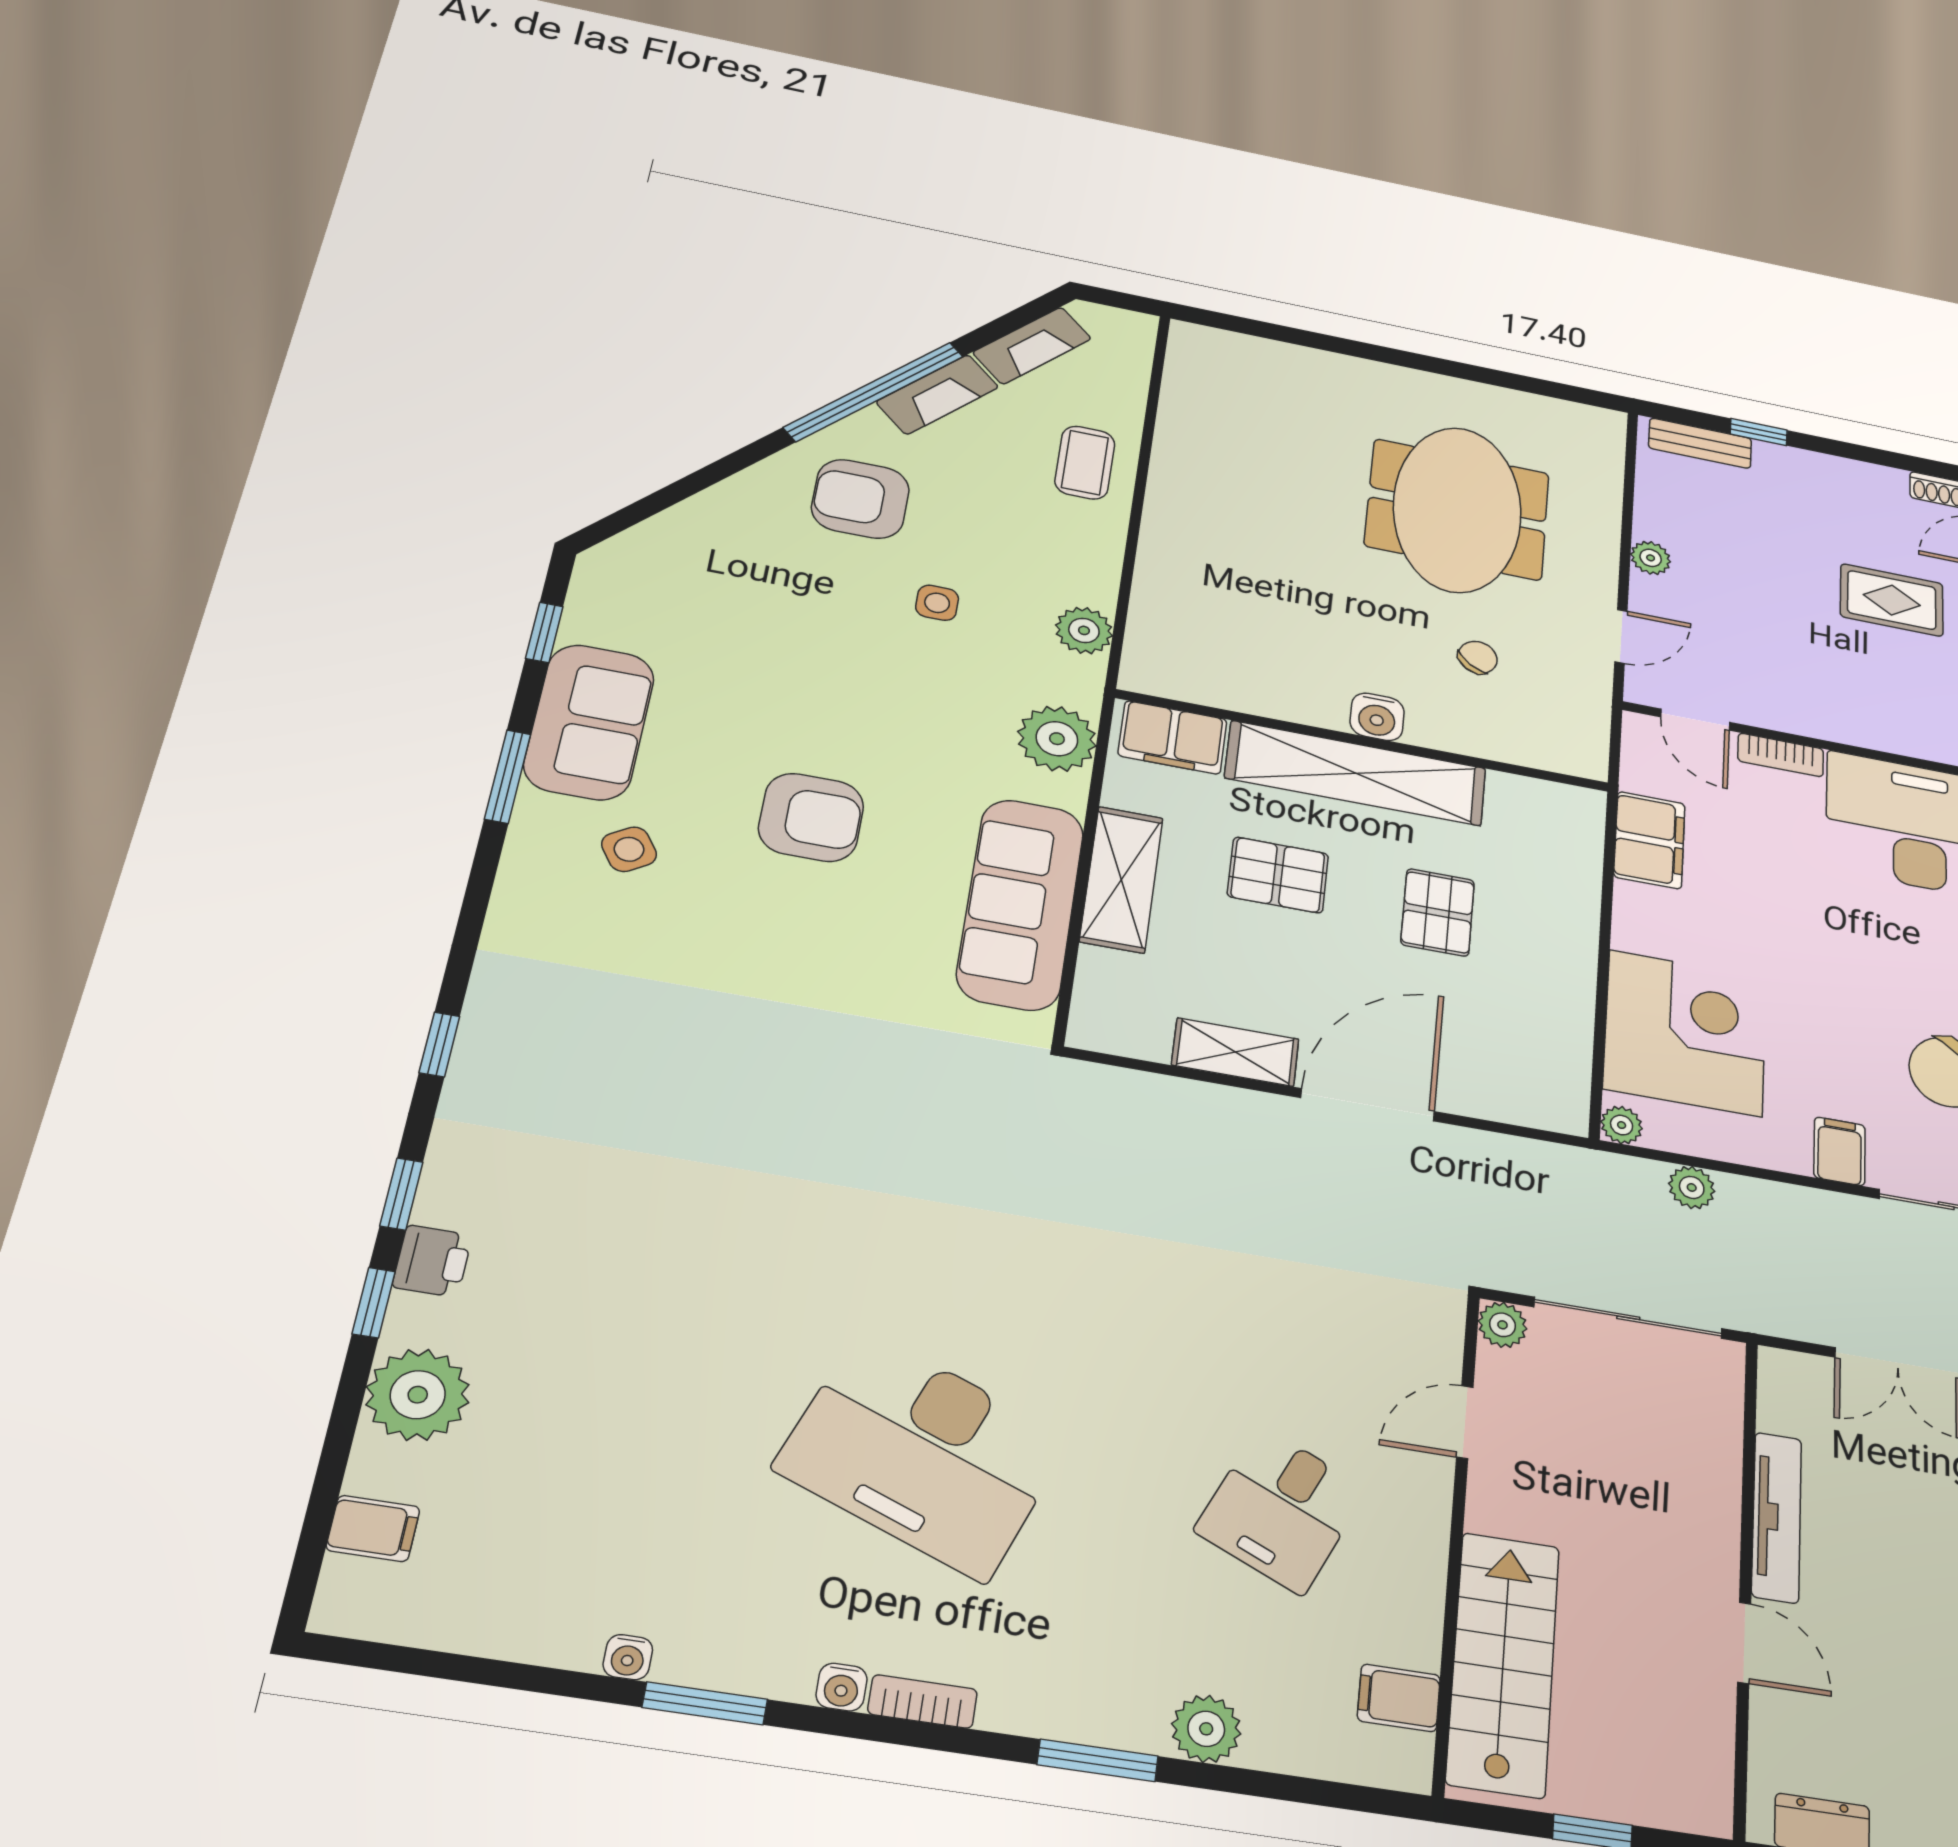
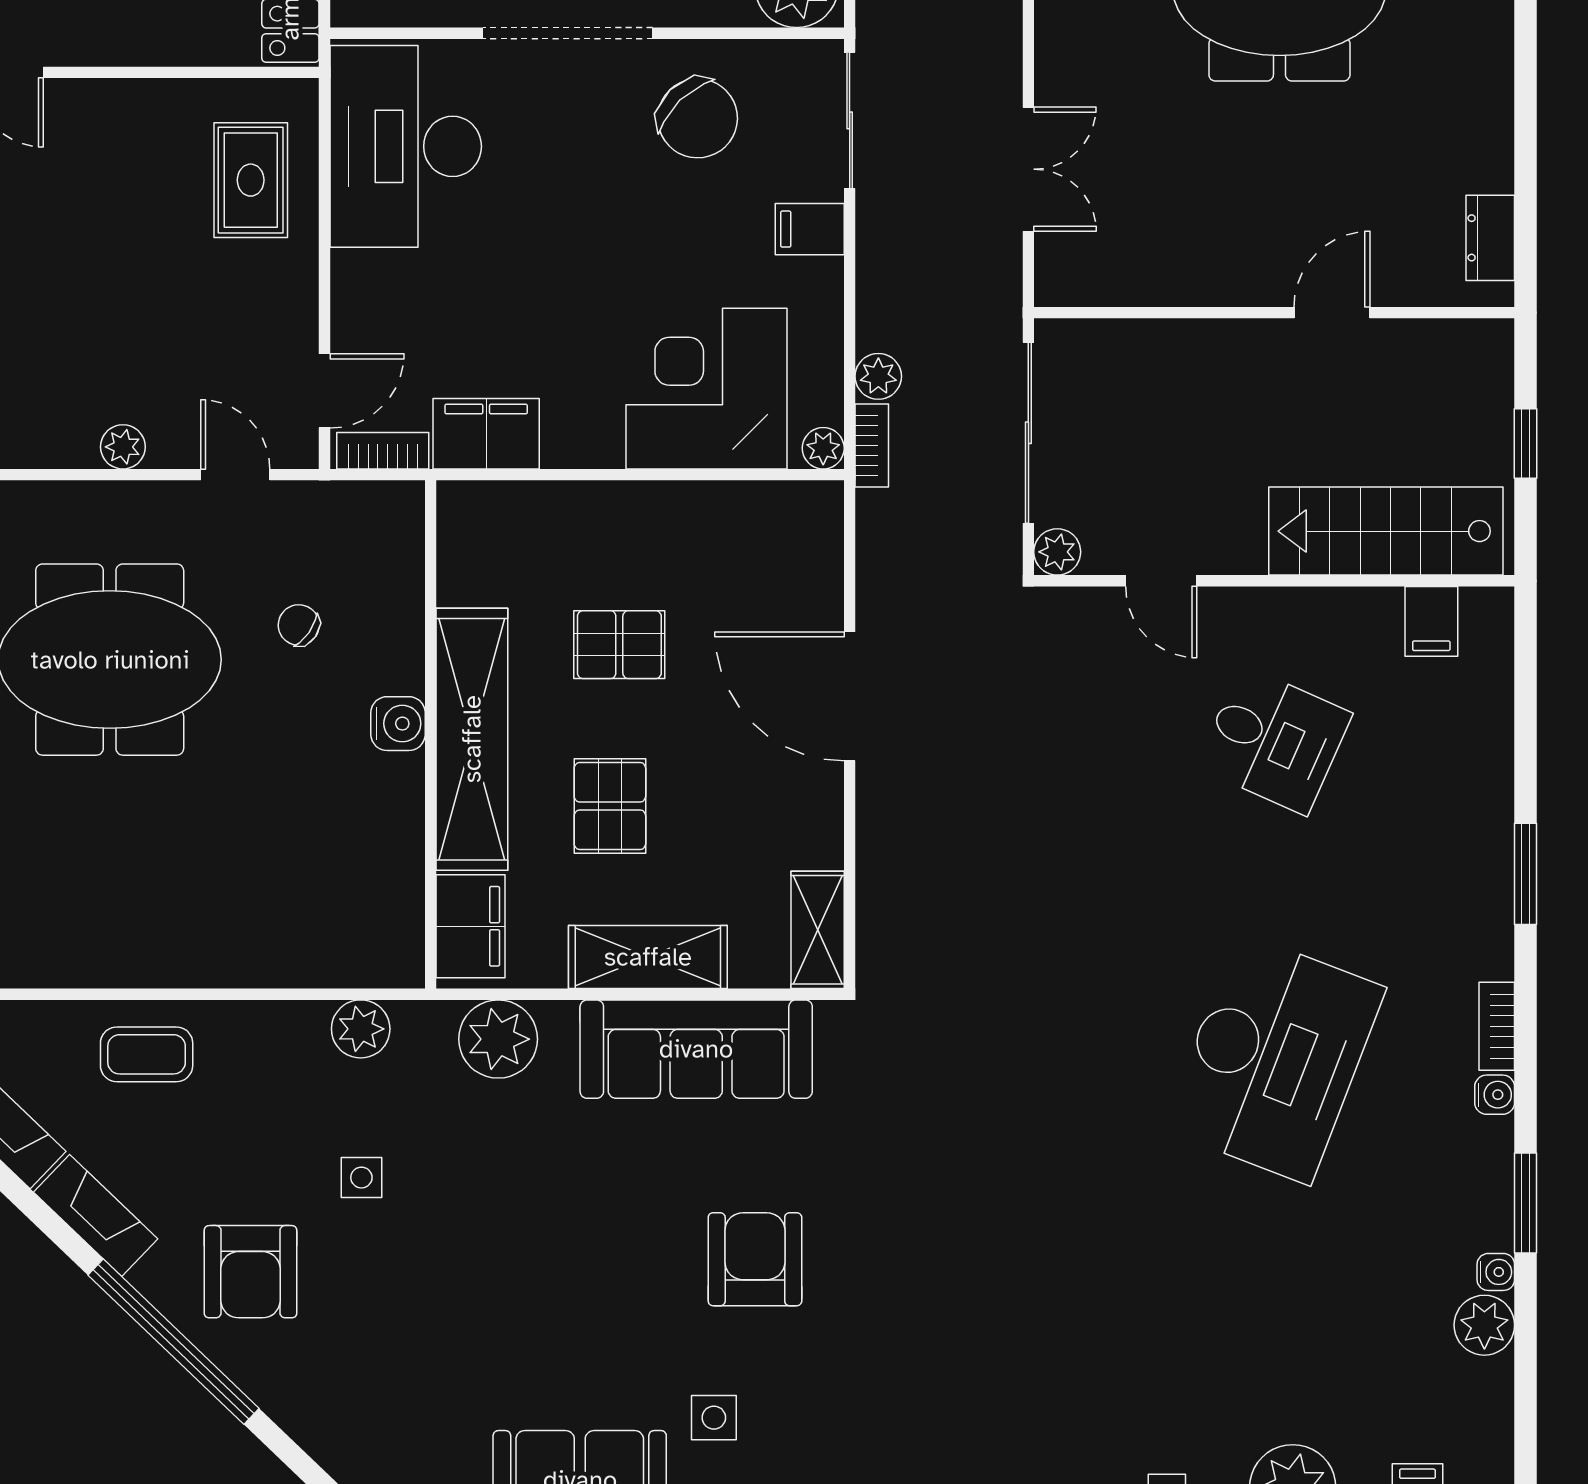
window: (874, 392) -> (174, 1342), moved
rug: (1892, 600) -> (251, 180), moved
bookcase: (1781, 755) -> (383, 451), moved, turned -90
armchair: (811, 817) -> (755, 1259), moved
side table: (629, 849) -> (714, 1418), turned 33
shelving: (1235, 1052) -> (818, 930), moved
bookcase: (1622, 1169) -> (872, 445), added
tv unit: (1777, 1517) -> (1206, 285), removed
plant: (1206, 1729) -> (1484, 1325), moved

